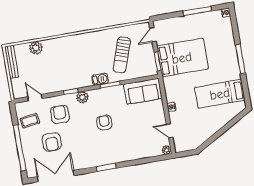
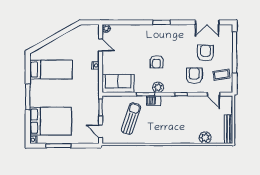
door: (153, 35) -> (101, 131), swing flipped
bed: (182, 58) -> (51, 121), moved, turned 180
plant: (82, 97) -> (158, 87), moved
armchair: (60, 114) -> (194, 76), turned 180
double door: (56, 176) -> (207, 22), width x0.73

